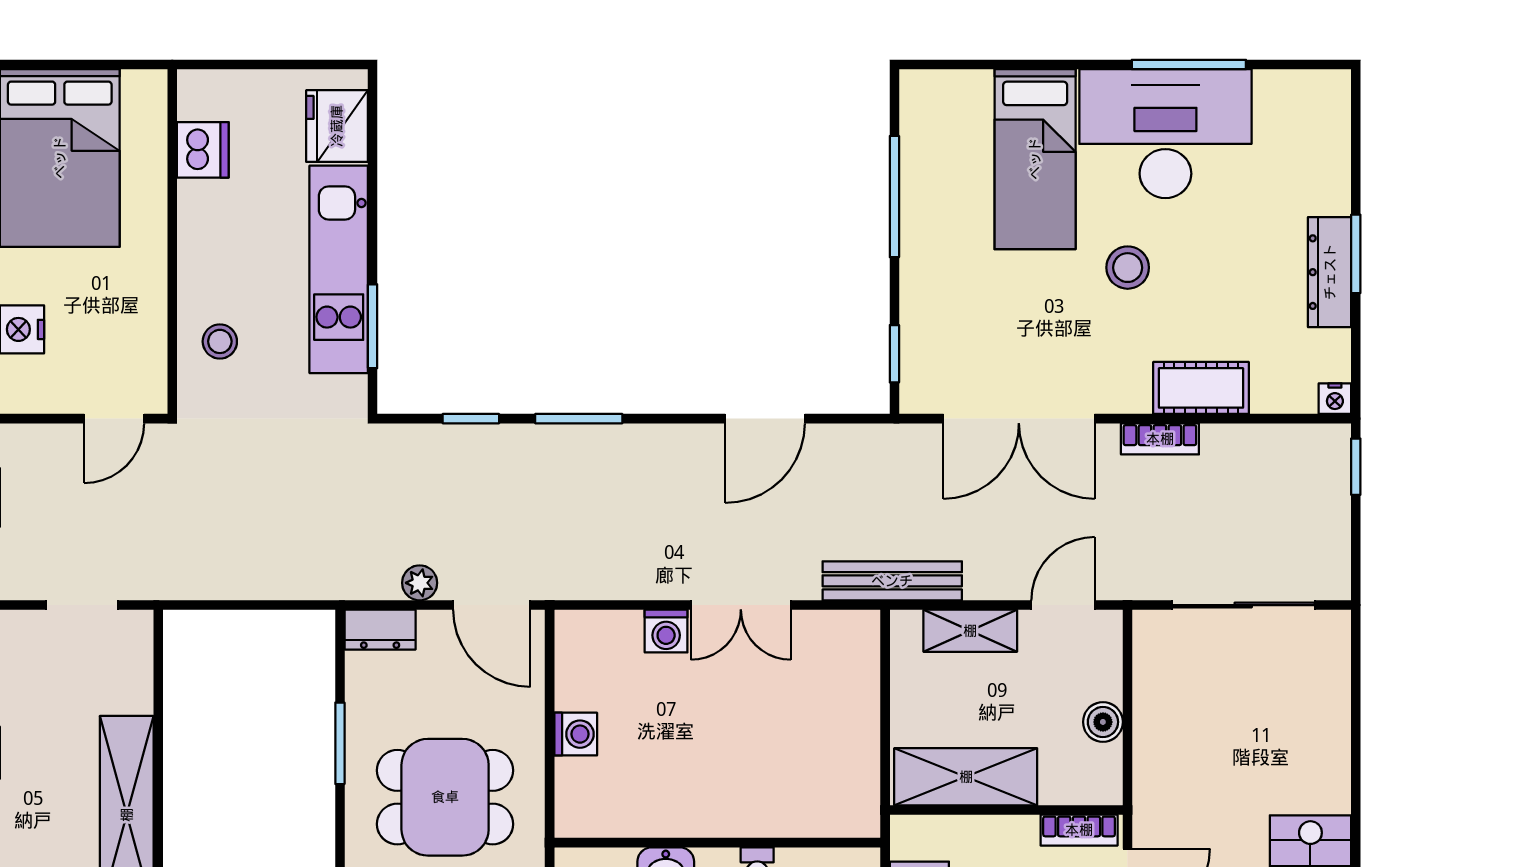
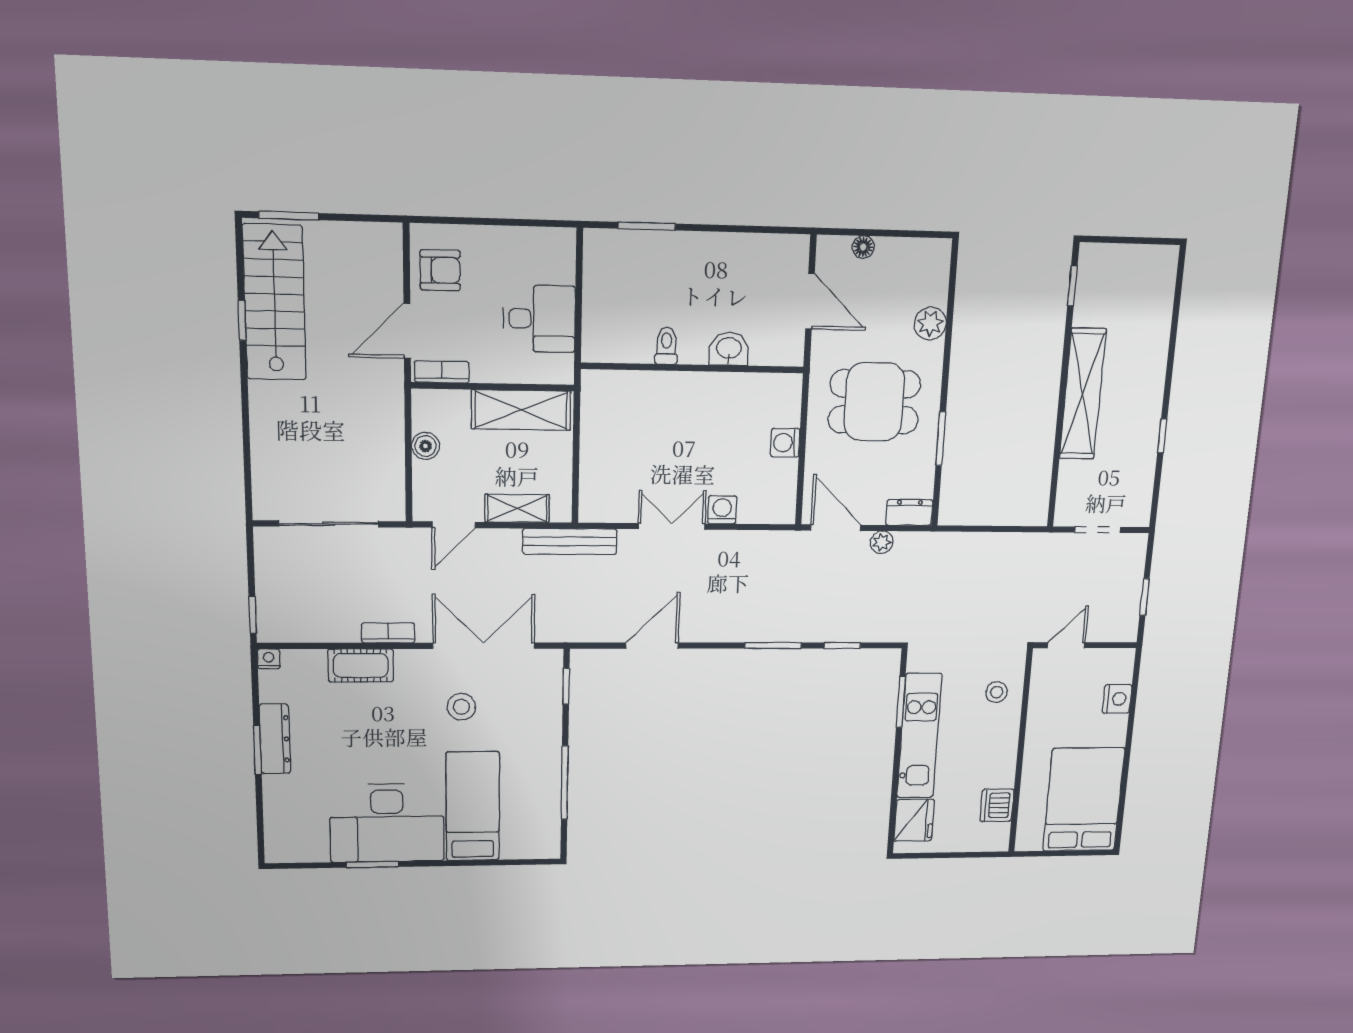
window: (1189, 64) -> (372, 864), width x0.69
stool: (1128, 268) -> (461, 707), moved

